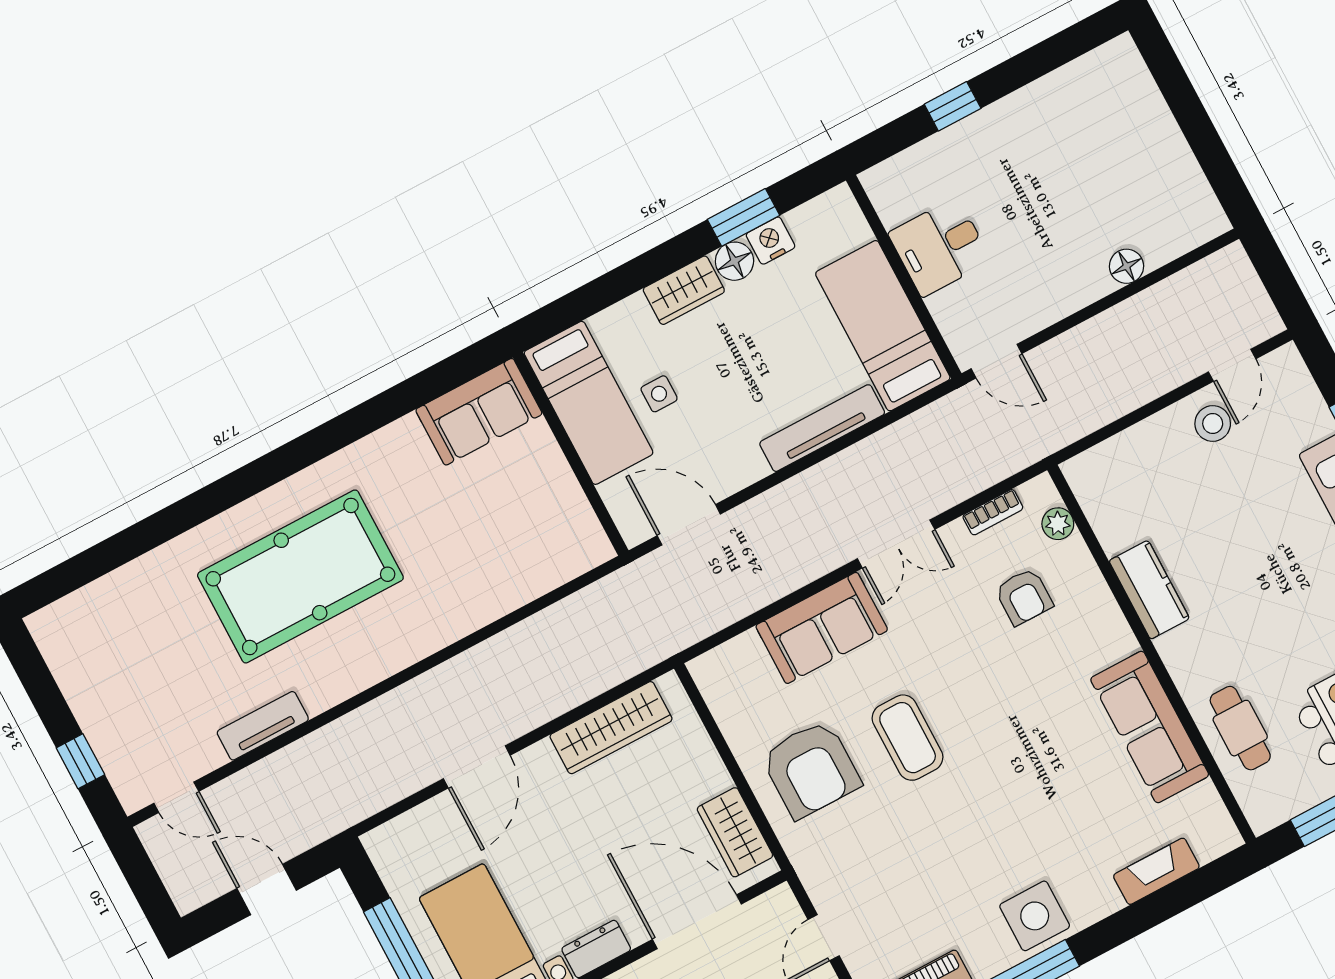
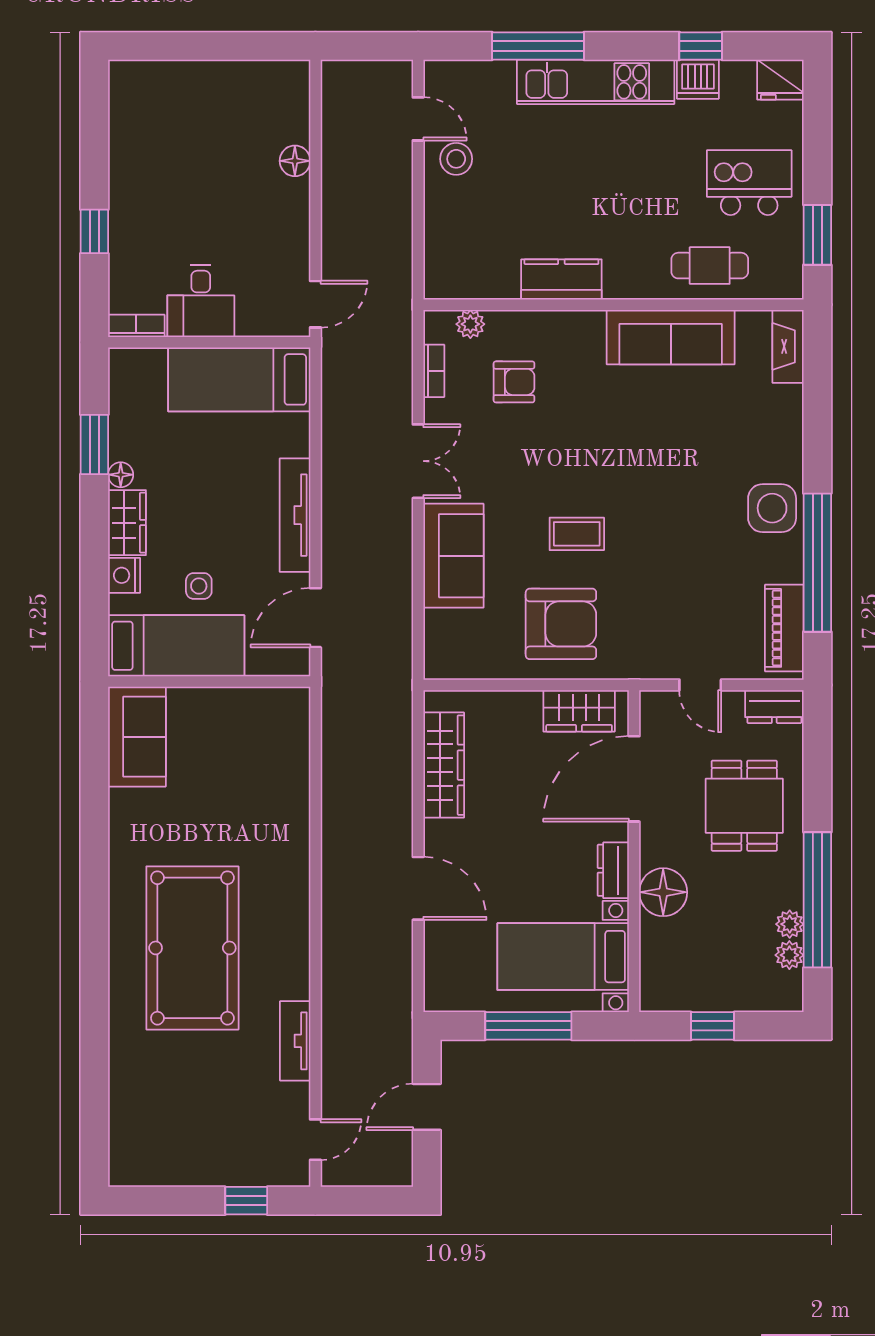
bookcase: (882, 197) -> (136, 326), added
nightstand: (771, 241) -> (124, 575), moved
floor lamp: (734, 261) -> (121, 475), width x0.73, depth x0.73
tv unit: (822, 428) -> (295, 515), moved
coffee table: (908, 738) -> (577, 534), width x0.73, depth x0.77
fireplace: (1156, 871) -> (788, 346), moved

